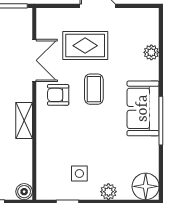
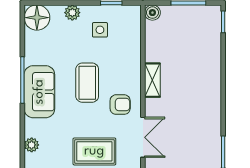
double door: (34, 60) -> (143, 137), swing flipped
coffee table: (94, 89) -> (87, 83), moved, width x1.36, depth x1.30

